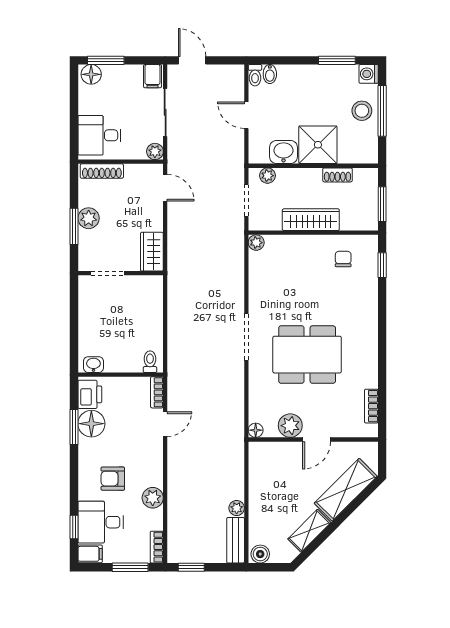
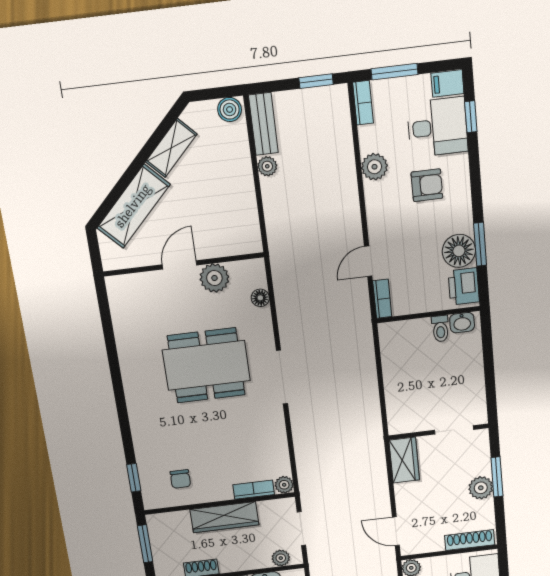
toilet: (150, 362) -> (440, 329), moved
bookcase: (371, 406) -> (254, 490), moved, turned -90
floor lamp: (256, 430) -> (260, 298), moved

